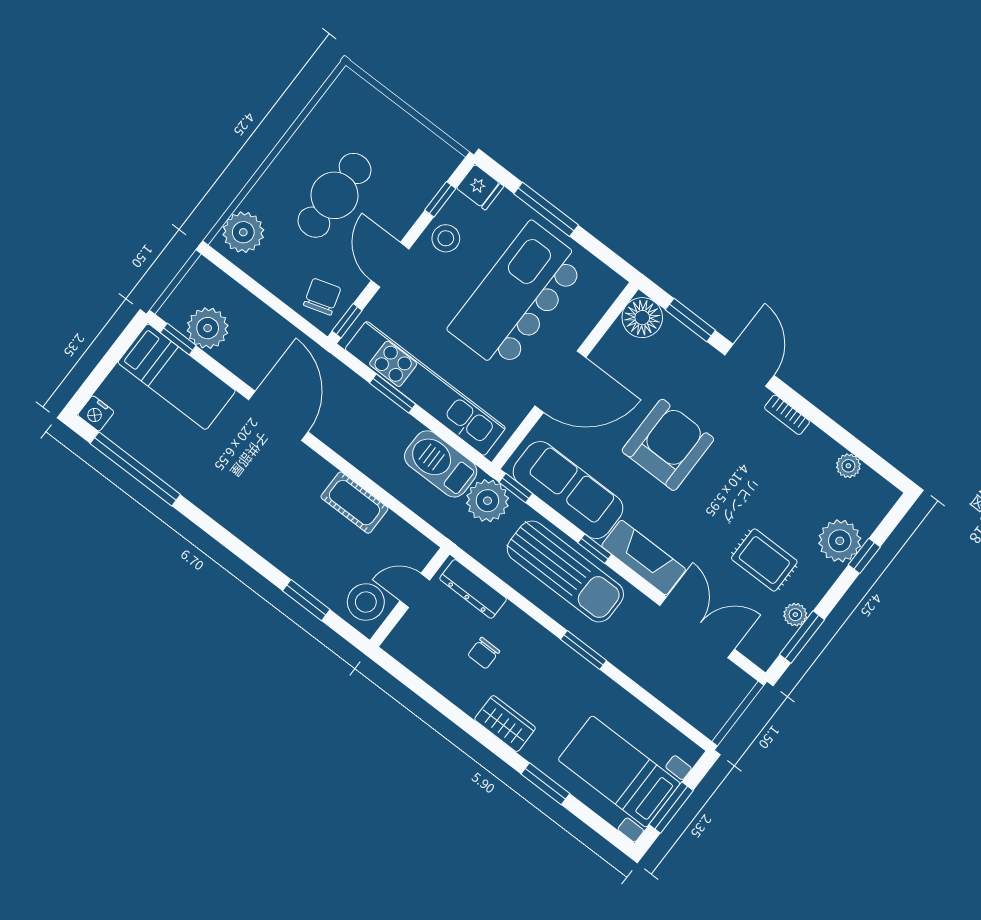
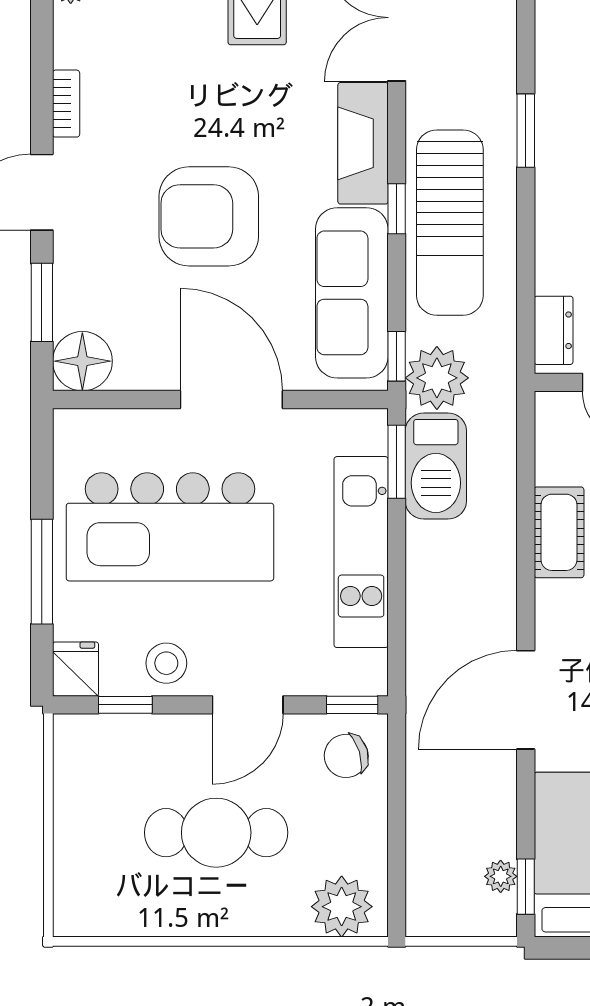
plant: (208, 328) -> (501, 876), width x0.53, depth x0.53
kitchen unit: (425, 388) -> (361, 552), width x0.73
window: (392, 394) -> (397, 462), moved
sun lounger: (565, 571) -> (450, 223), turned 180
dresser: (473, 589) -> (554, 330), width x0.70

